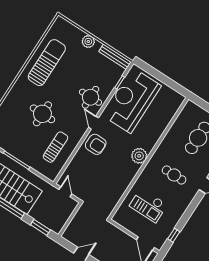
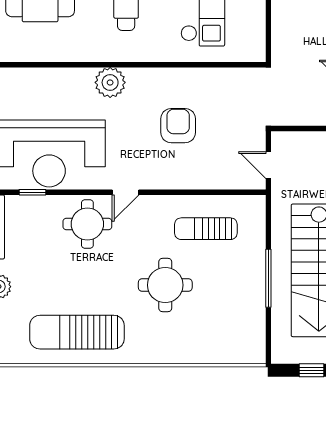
armchair: (96, 144) -> (178, 126), moved
plant: (139, 156) -> (110, 82), moved
door: (65, 192) -> (268, 165), hinge flipped

